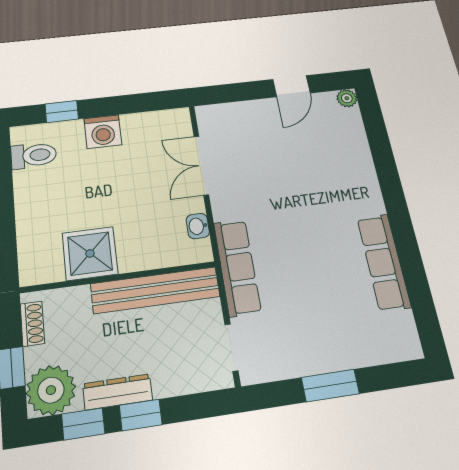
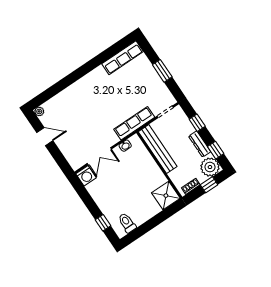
washing machine: (103, 132) -> (86, 176), moved, turned 90
shower: (90, 253) -> (166, 196), moved
row of seats: (384, 262) -> (123, 58), moved
window: (141, 415) -> (197, 123), moved

